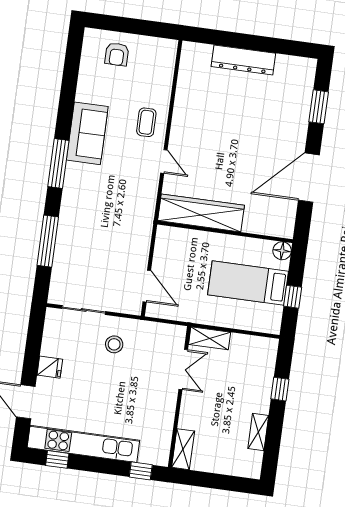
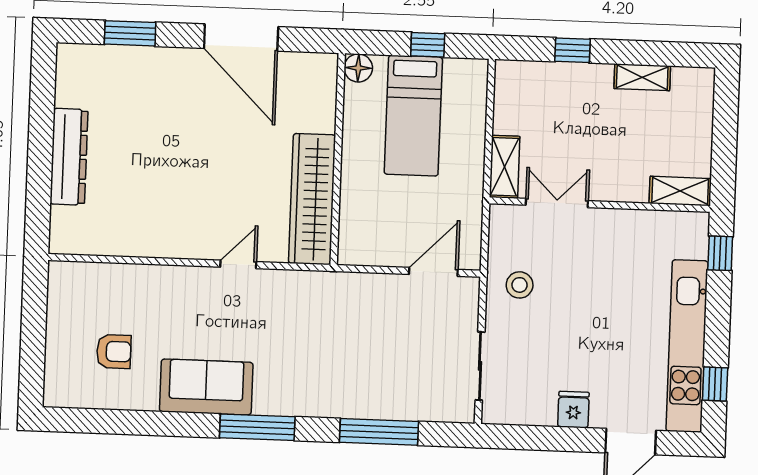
armchair: (117, 54) -> (114, 351), moved
coffee table: (146, 122) -> (180, 297), removed
stool: (114, 344) -> (520, 285), moved

